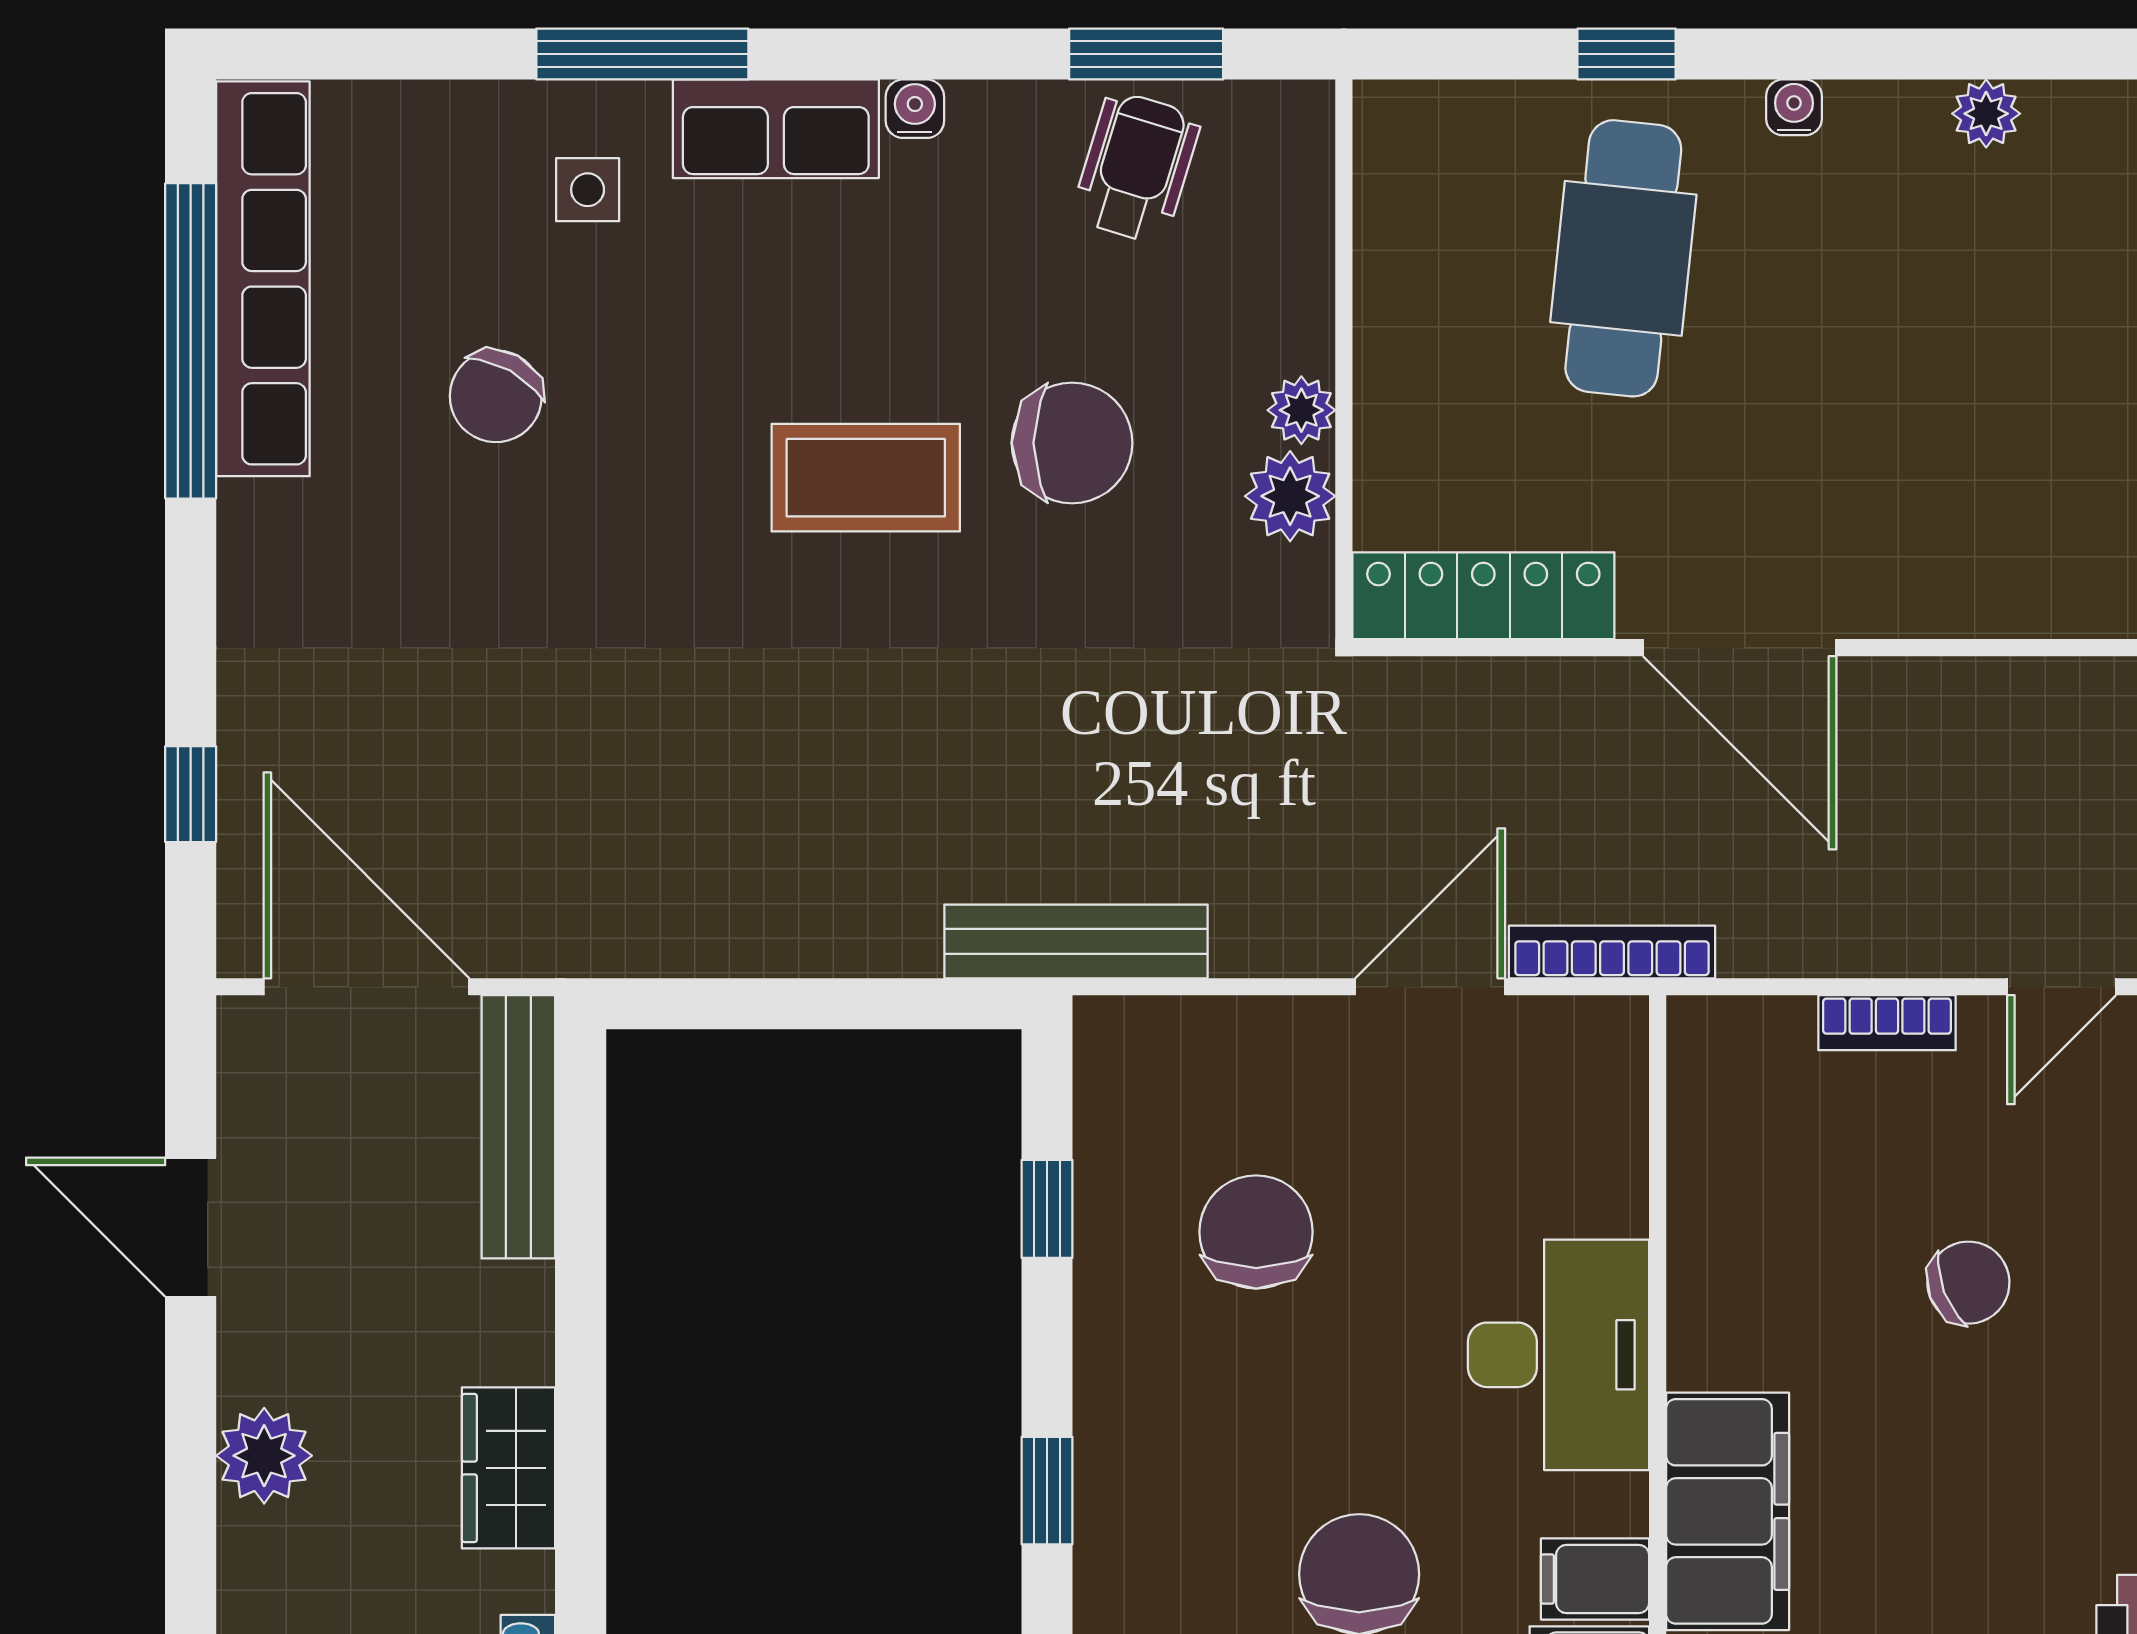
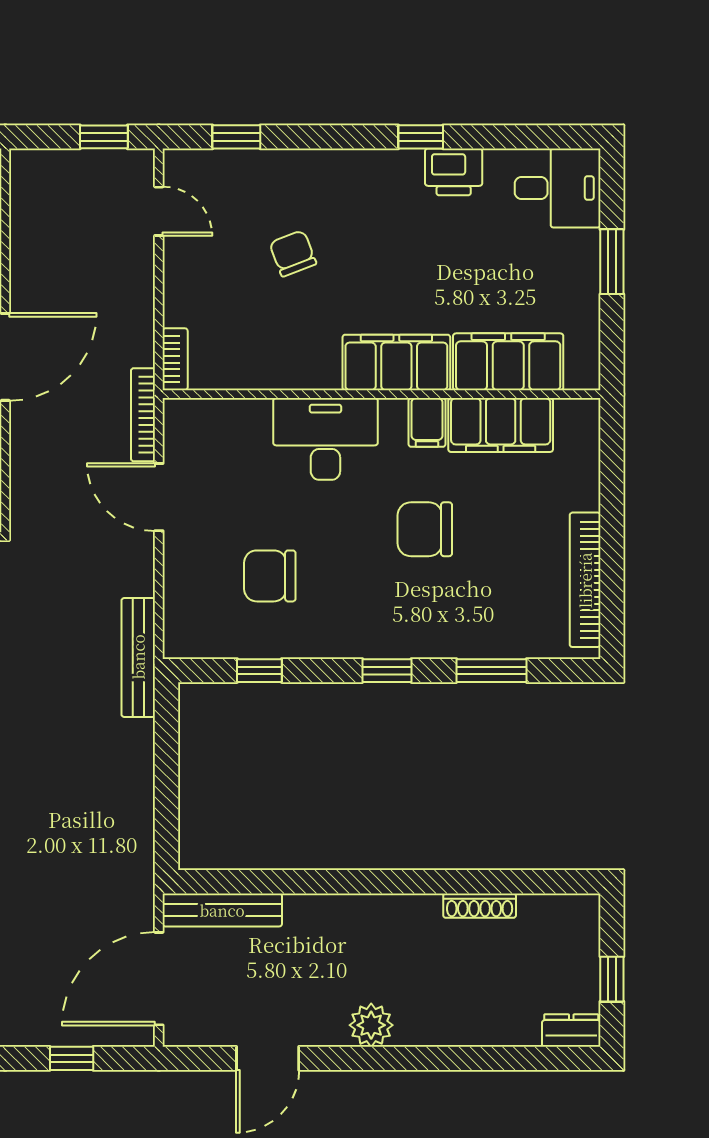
bookcase: (1887, 1023) -> (175, 359), moved
wardrobe: (509, 1468) -> (377, 914), removed

